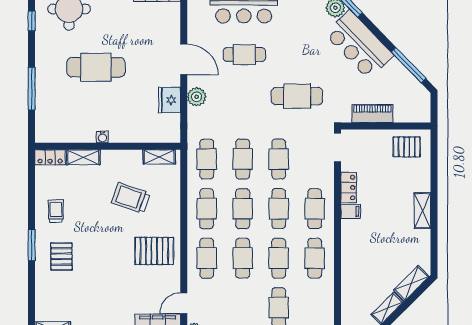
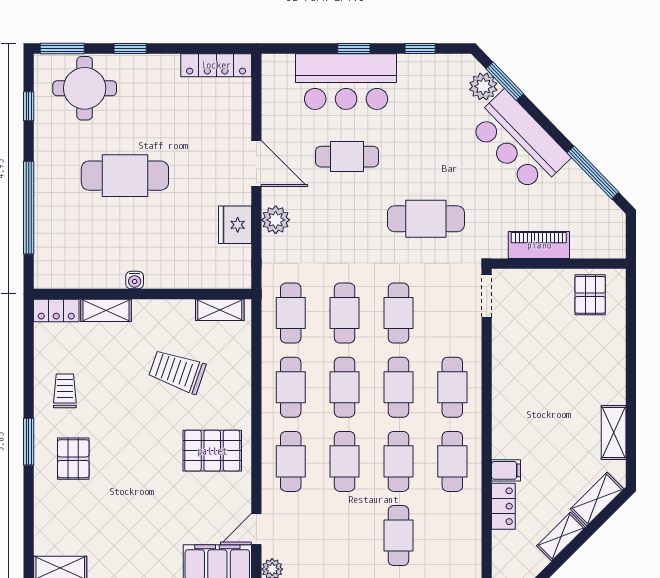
window: (32, 89) -> (29, 208), width x1.46
pallet: (407, 147) -> (590, 295), turned 90
locker: (349, 188) -> (503, 506), moved
filing cabinet: (351, 211) -> (506, 470), moved
shelving: (422, 211) -> (614, 433), moved

